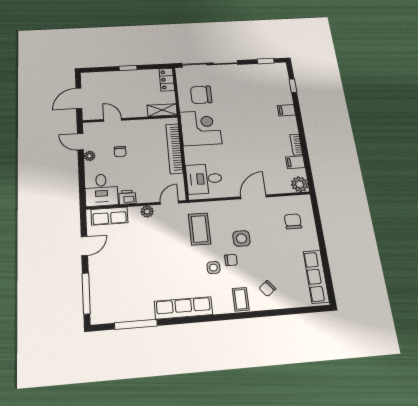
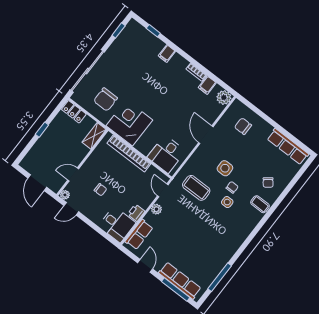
plant: (90, 156) -> (65, 195), moved
row of seats: (183, 308) -> (180, 281), moved, turned 90

